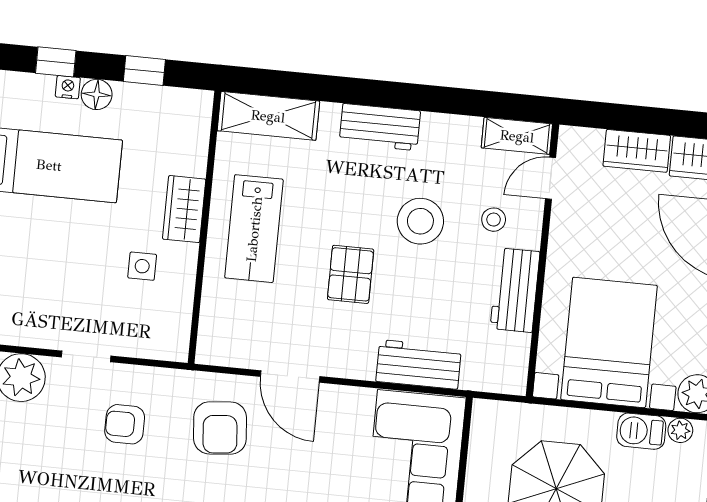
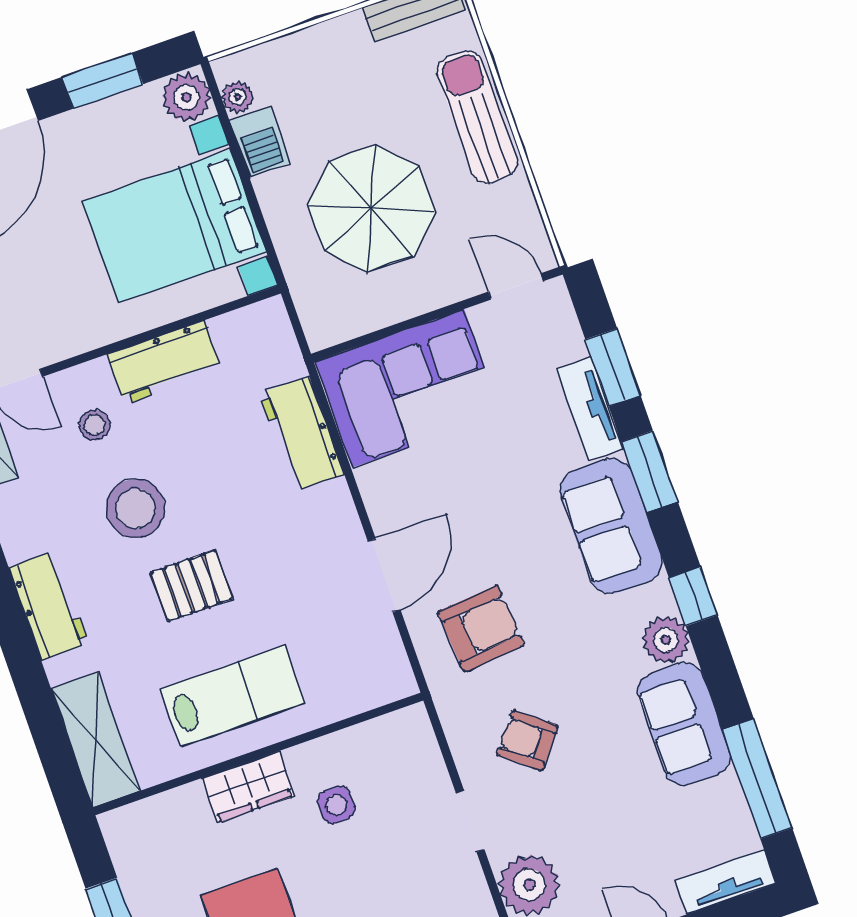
pallet: (351, 274) -> (192, 586), moved
armchair: (125, 424) -> (528, 740), turned 129

